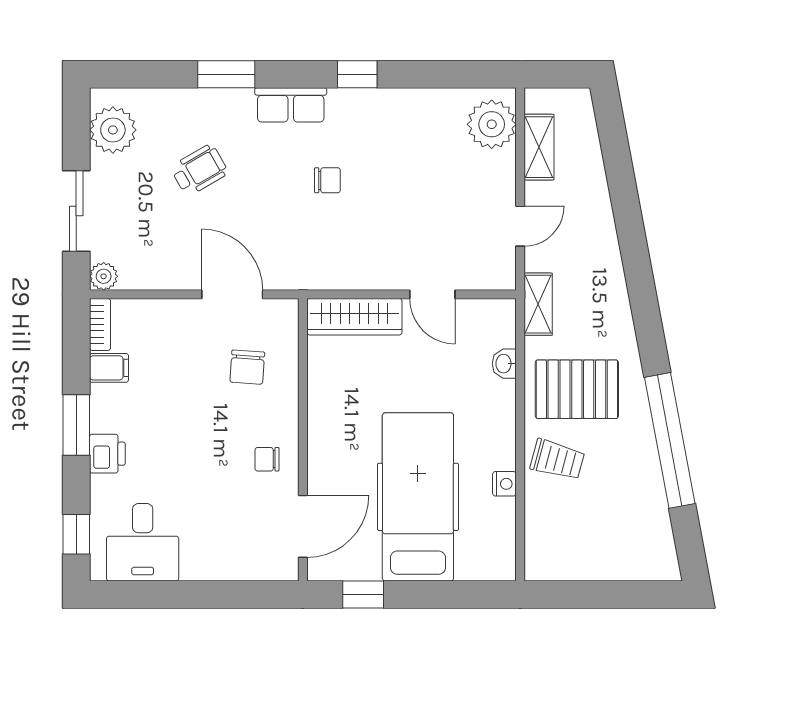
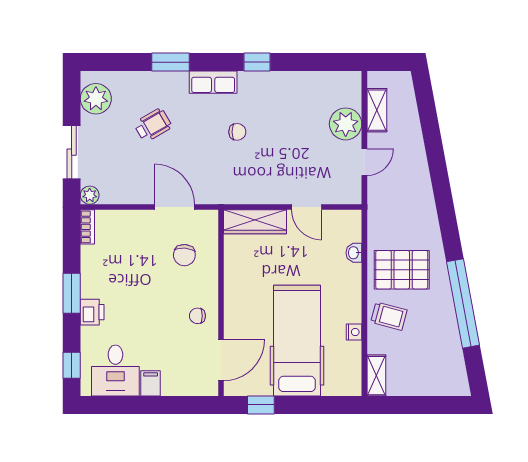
plant: (492, 124) -> (346, 124), moved
shelving: (538, 304) -> (376, 376), moved
filing cabinet: (109, 368) -> (151, 383), moved, turned -90

